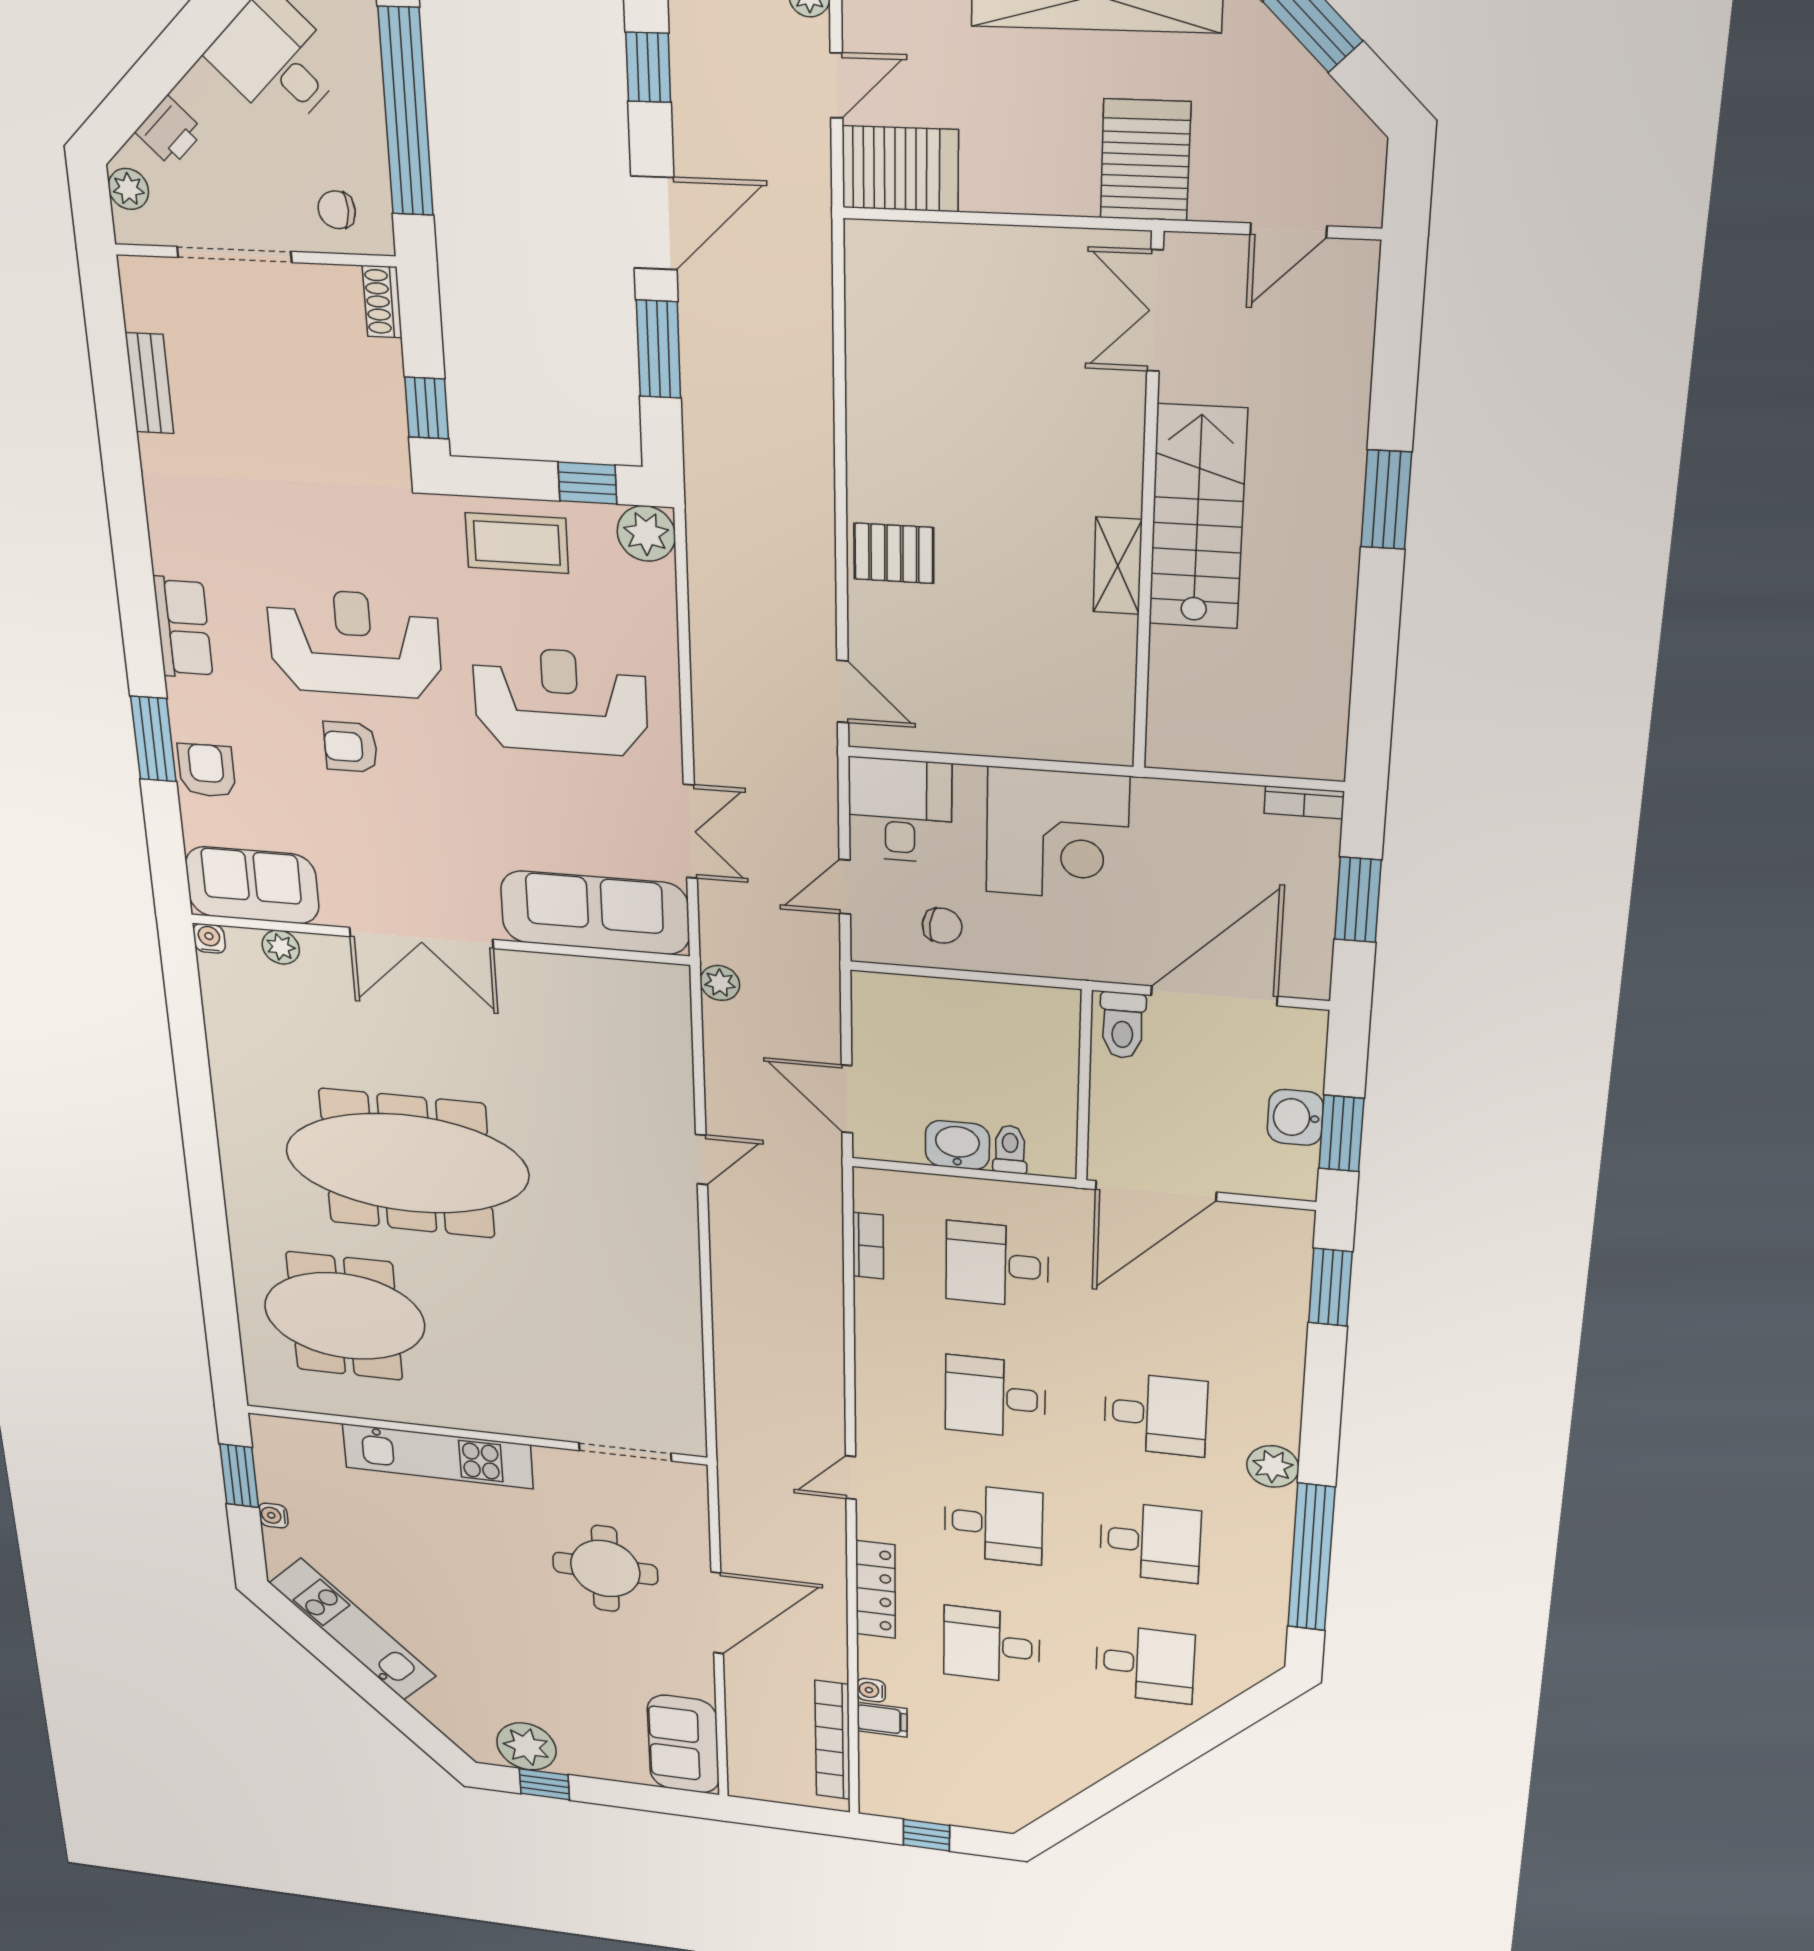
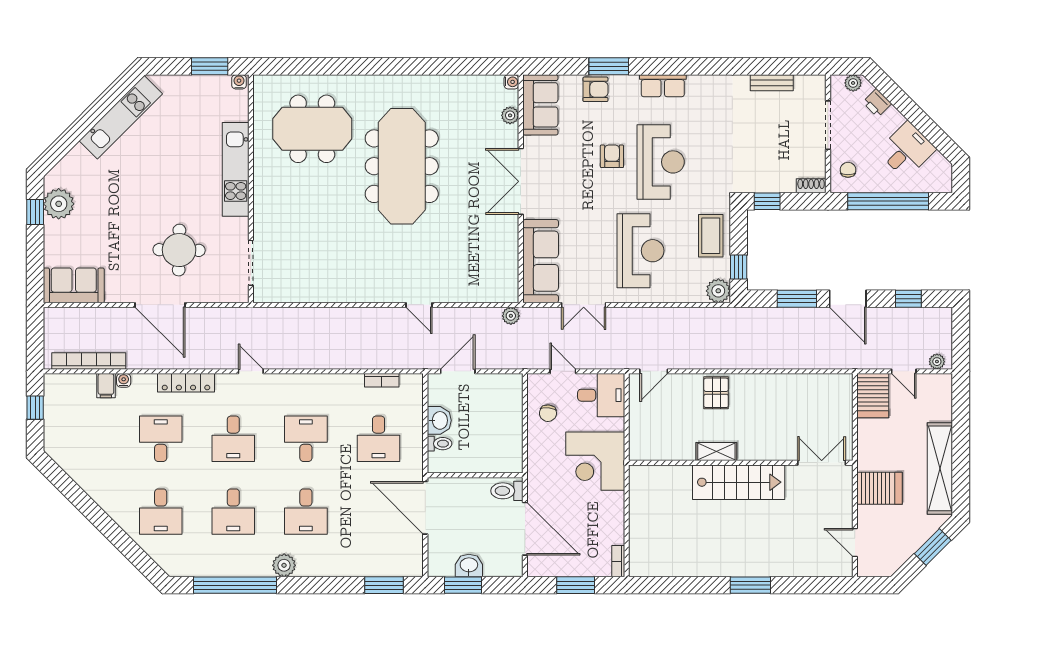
double door: (1155, 311) -> (822, 463), moved
wall: (1148, 510) -> (741, 463), moved
stairs: (1198, 517) -> (739, 482), moved
shelving: (1118, 566) -> (716, 452), moved
desk: (997, 1265) -> (379, 439), turned 180
meeting table: (344, 1316) -> (312, 129), turned 90
water cooler: (273, 1516) -> (239, 82), moved

